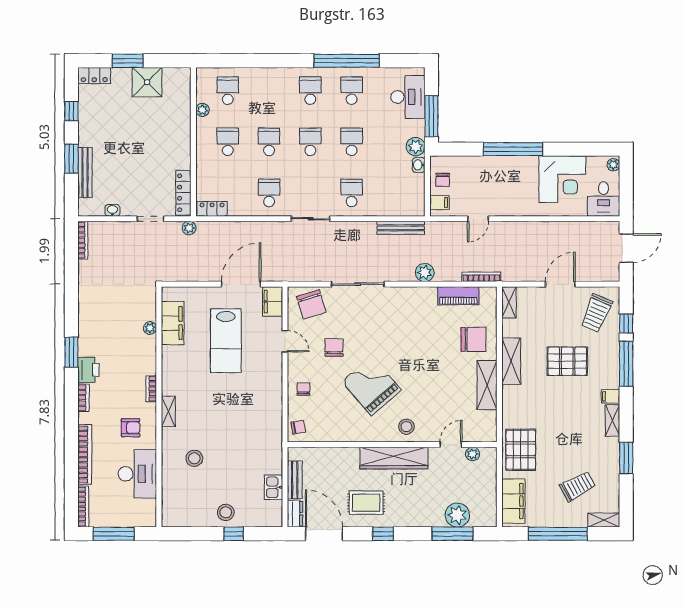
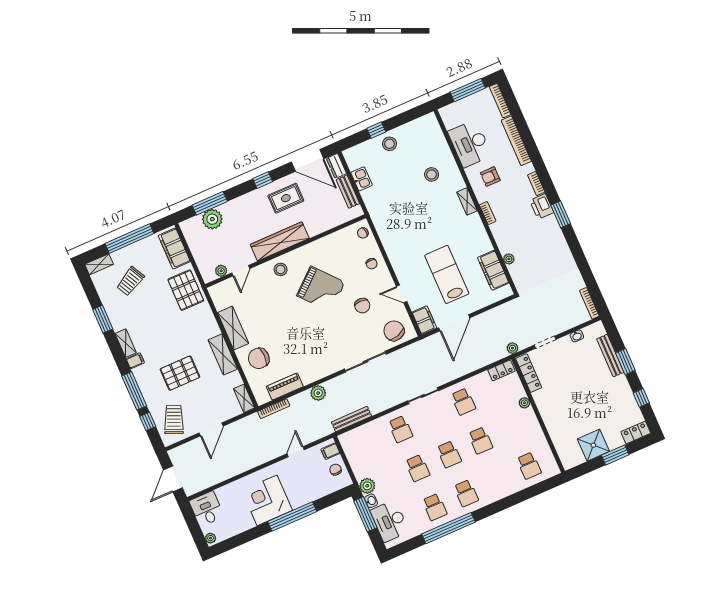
plant: (202, 110) -> (524, 403), moved
school desk: (228, 142) -> (512, 427), removed
washbasin: (419, 165) -> (371, 501), moved
corner desk: (562, 179) -> (267, 500), moved

